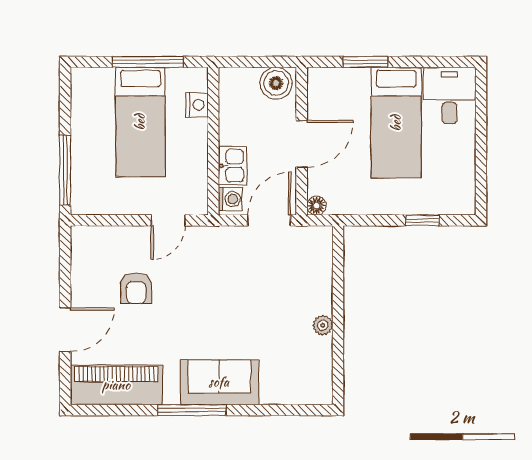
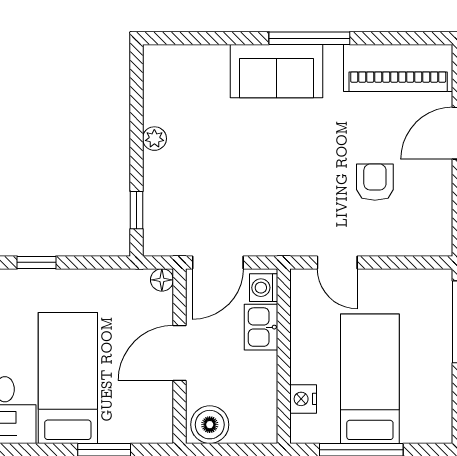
door: (168, 220) -> (337, 262), swing flipped
window: (338, 265) -> (136, 210), added

